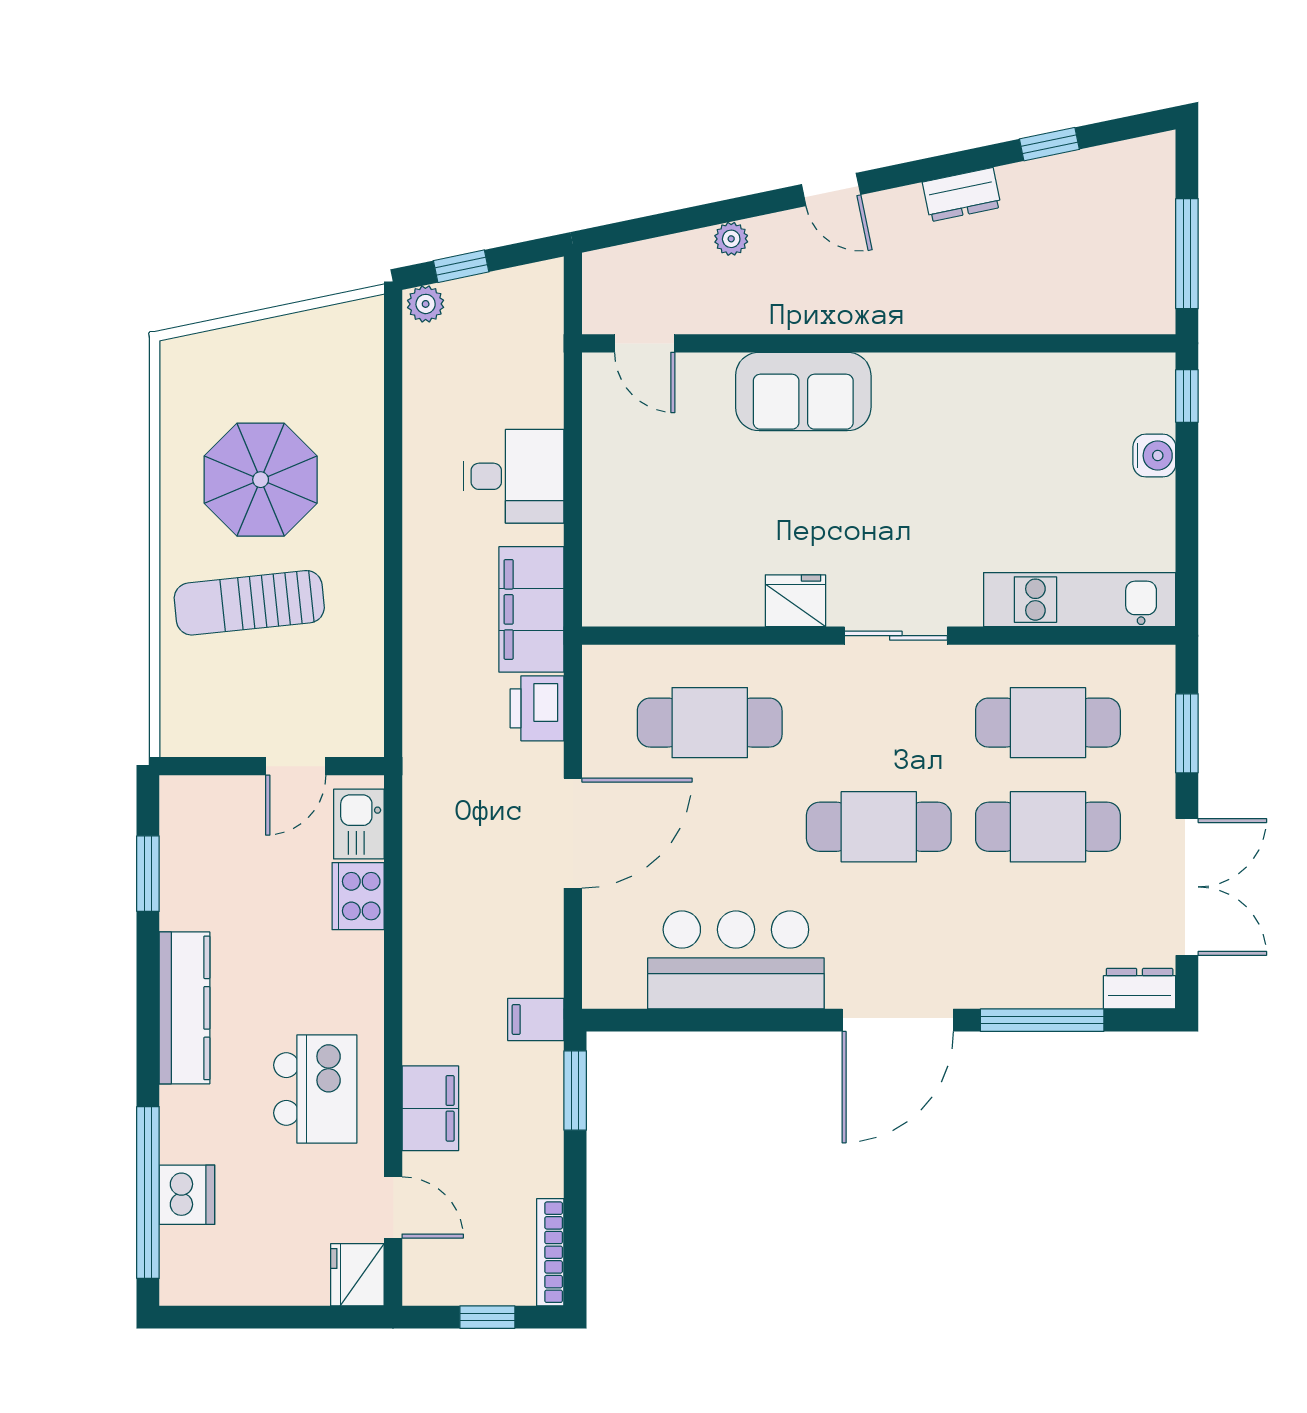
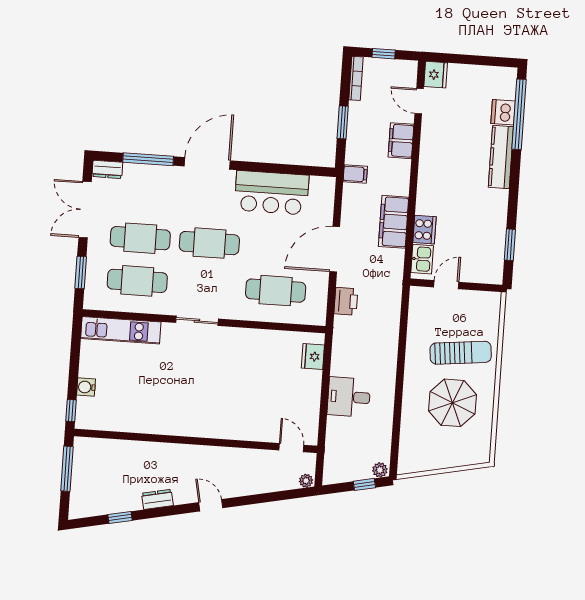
plant: (731, 239) -> (306, 481), moved
sofa: (803, 391) -> (228, 423), removed
fridge: (795, 601) -> (313, 357), moved, turned 90
filing cabinet: (531, 609) -> (394, 222), moved, turned 180
kitchen counter: (185, 1008) -> (501, 157), moved
kitchen island: (315, 1089) -> (448, 152), removed
window: (575, 1091) -> (343, 122), moved

